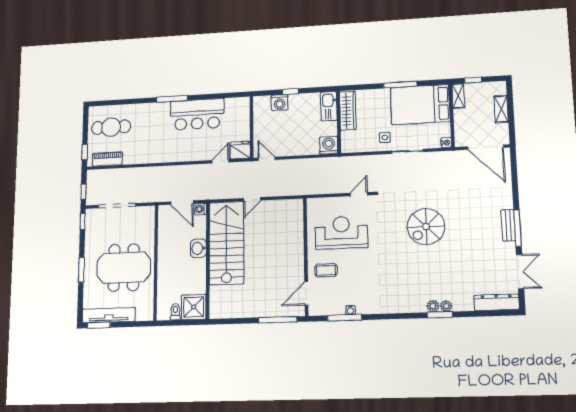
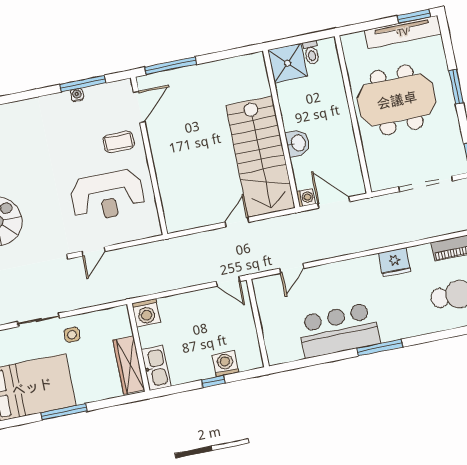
fridge: (240, 150) -> (395, 262), moved

